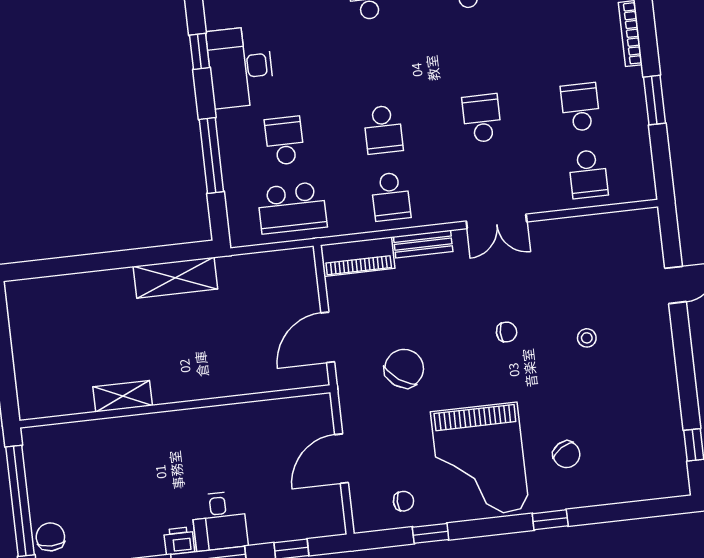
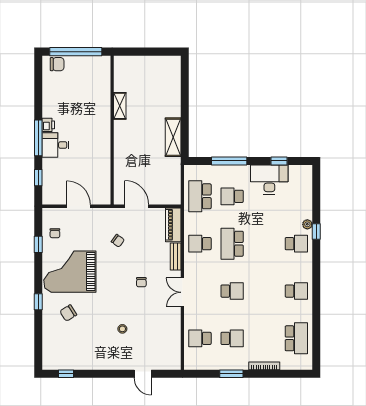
school desk: (383, 130) -> (232, 244), width x1.85
school desk: (284, 141) -> (232, 196), turned 180
chair: (507, 332) -> (141, 282), moved
chair: (404, 368) -> (118, 241), width x0.54, depth x0.54

